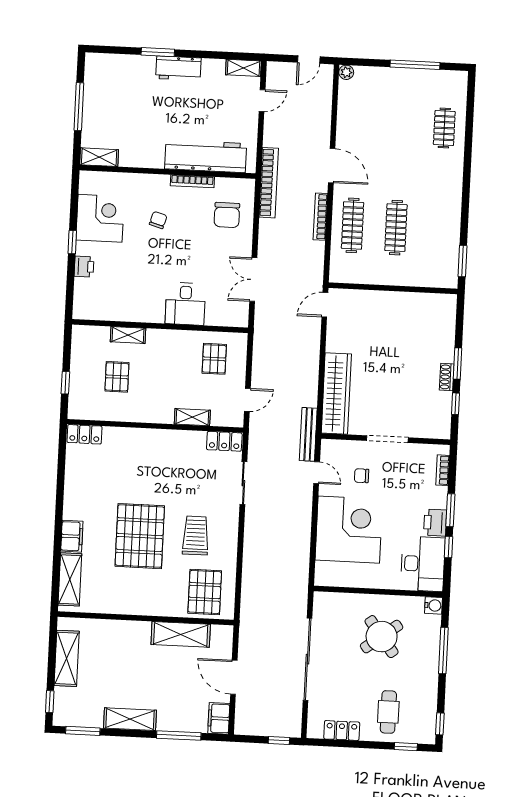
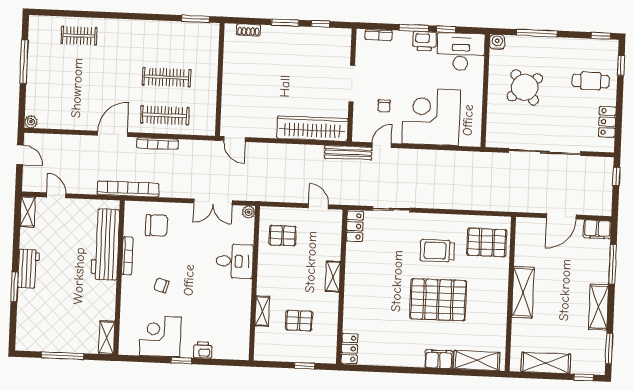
plant: (241, 320) -> (248, 212), added
shoe rack: (447, 377) -> (248, 30), moved
shelving: (192, 417) -> (333, 277), moved
shelving: (181, 634) -> (523, 292), moved

